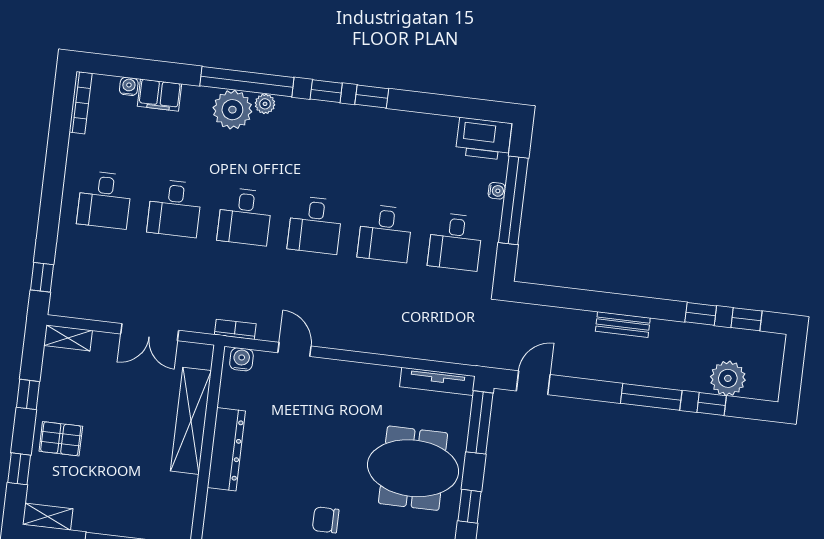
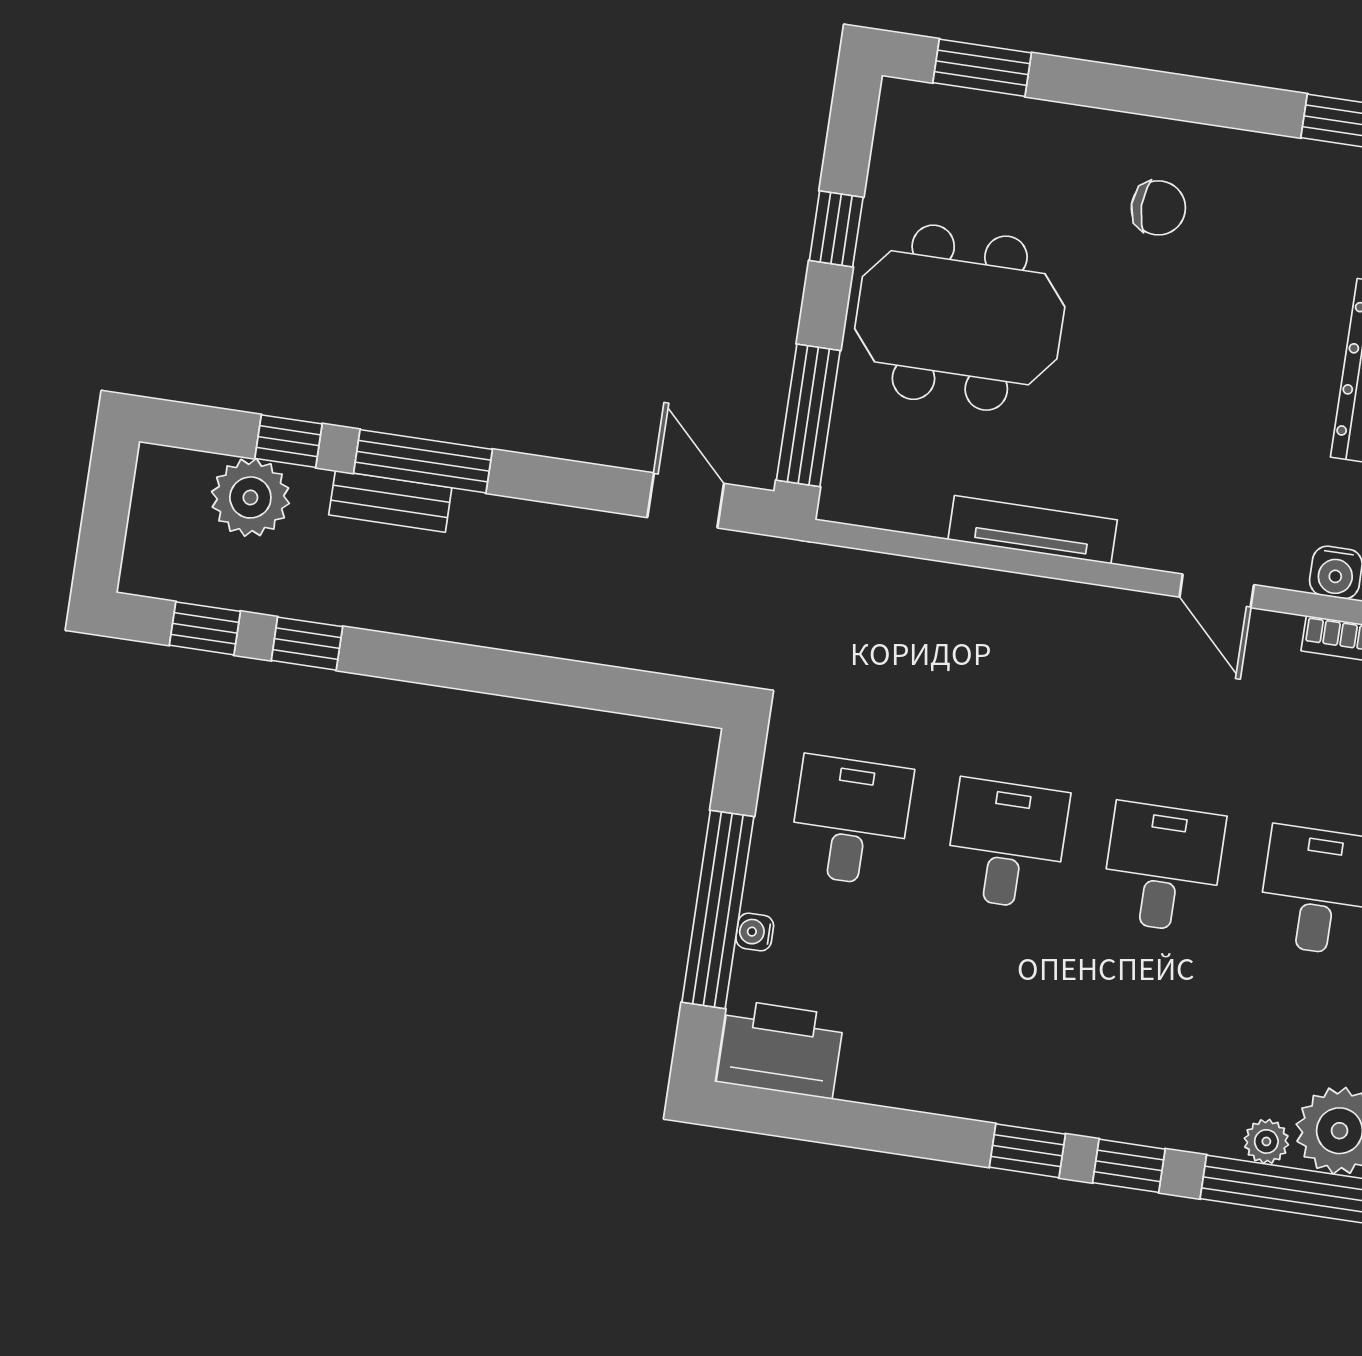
bench: (623, 325) -> (390, 501), moved
tv unit: (437, 381) -> (1033, 530), moved
door: (533, 383) -> (686, 500), swing flipped

